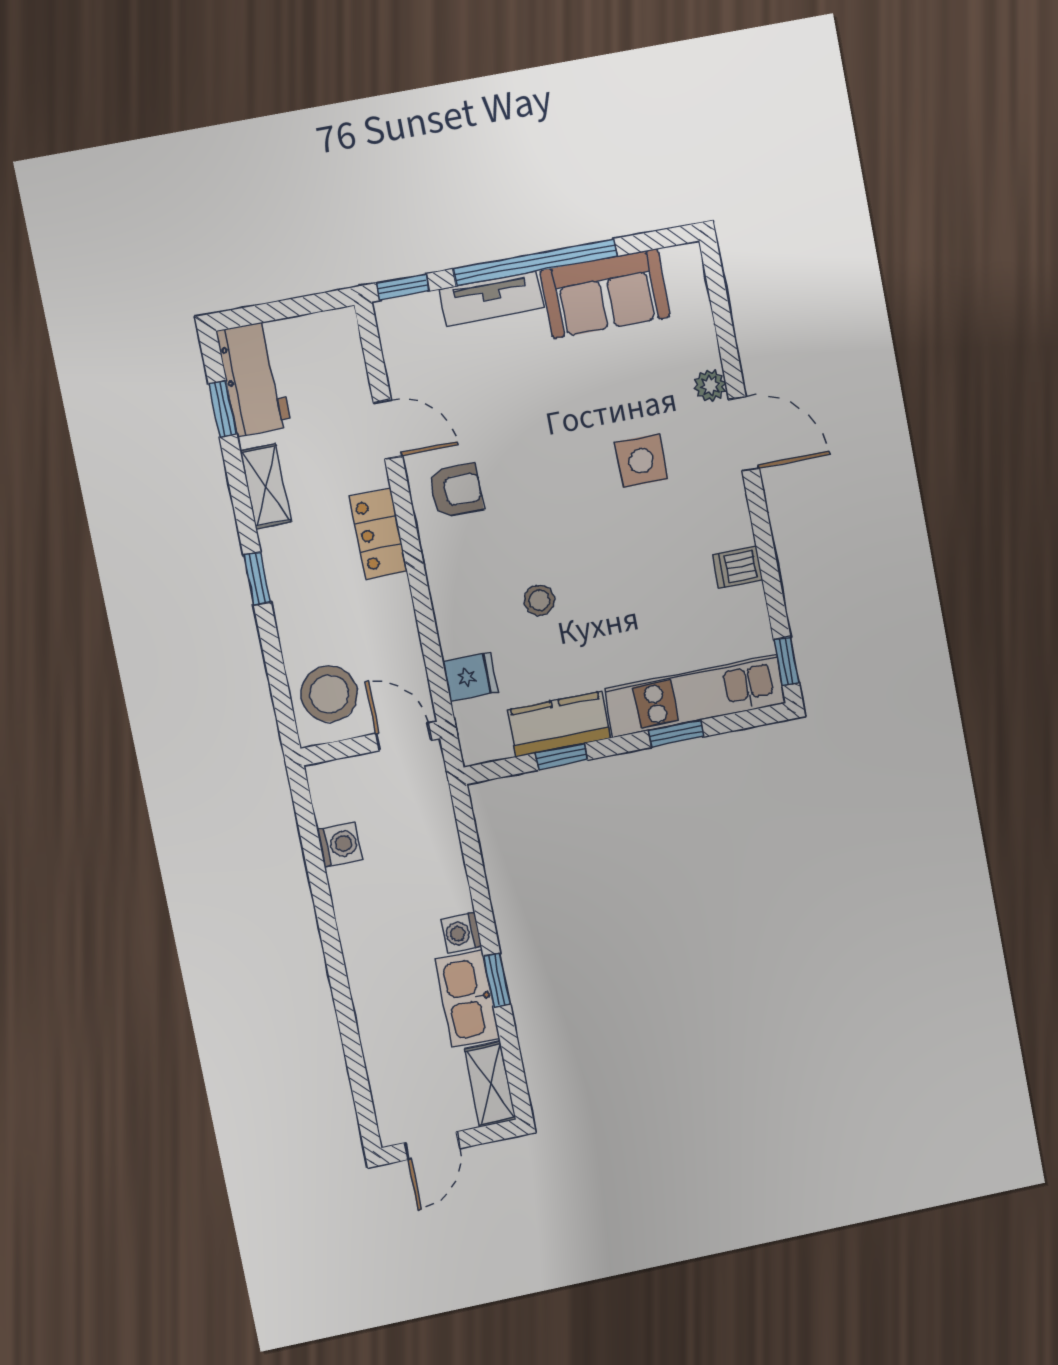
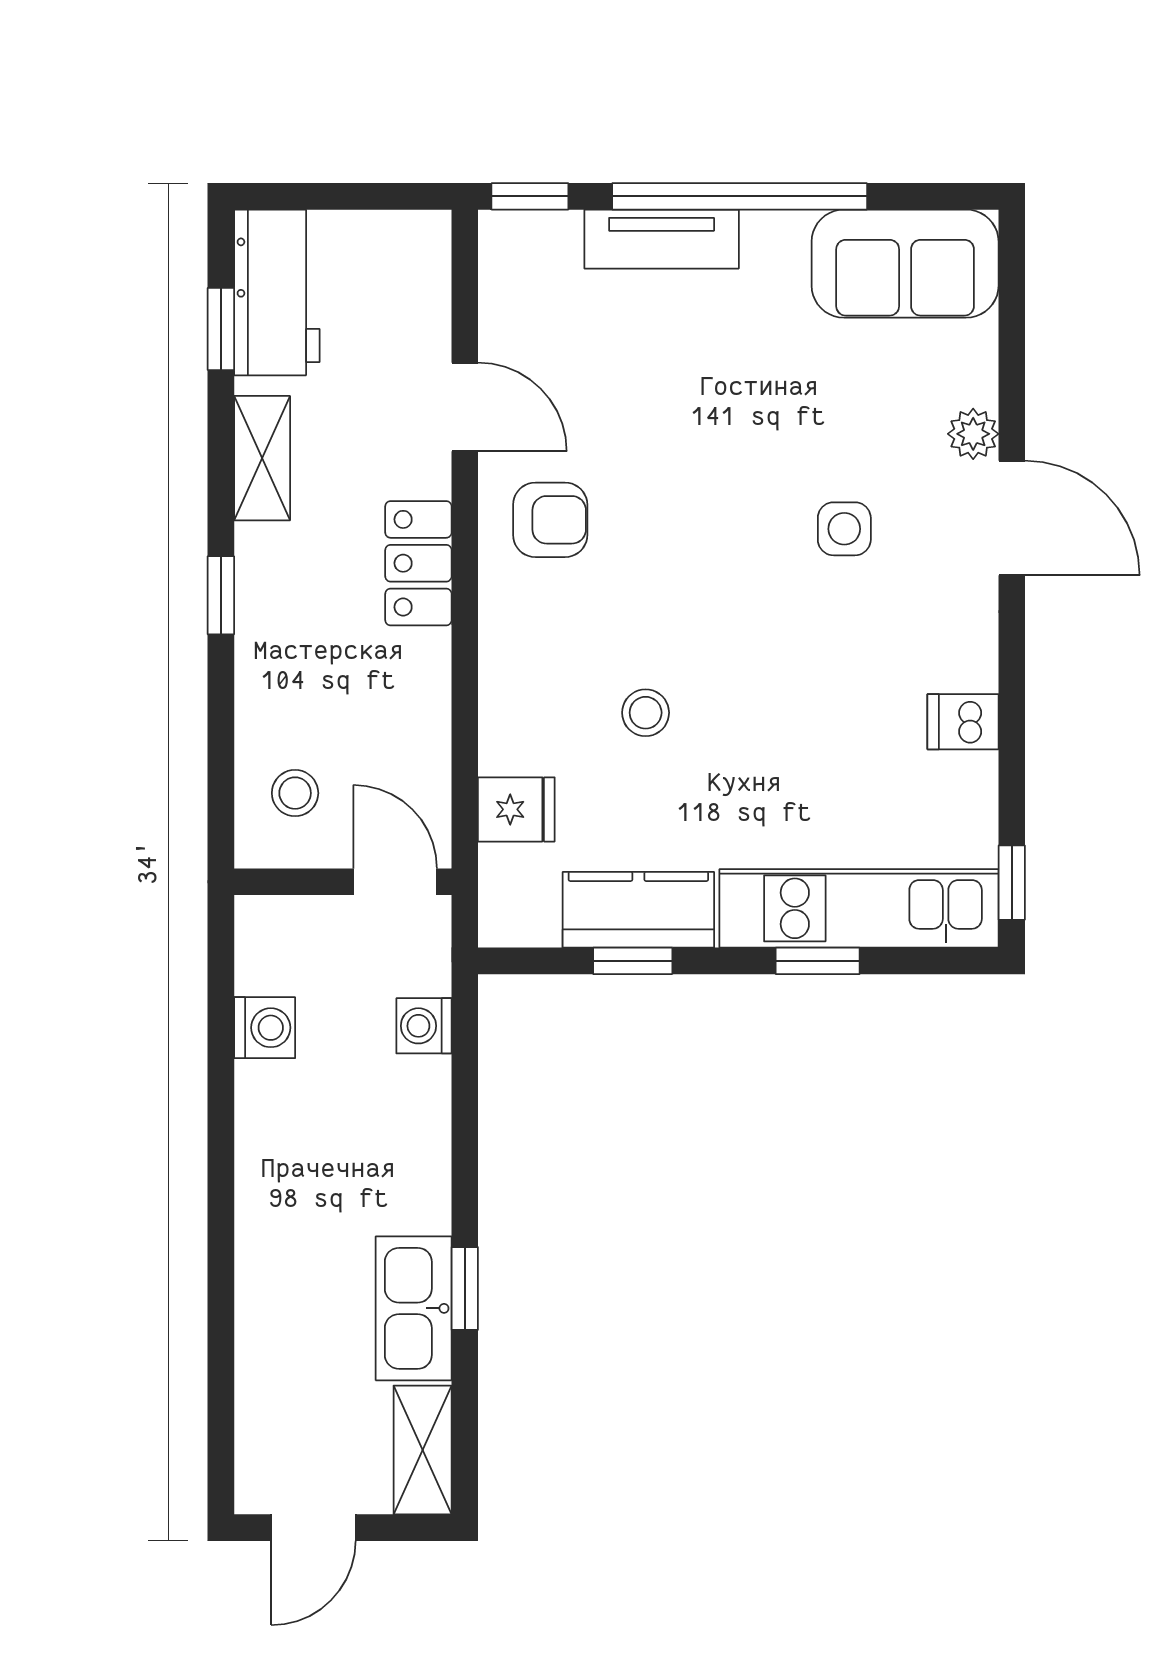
sofa: (605, 294) -> (905, 264), moved
side table: (641, 461) -> (844, 529), width x0.73, depth x0.73
stool: (329, 694) -> (295, 793), width x0.53, depth x0.53
washing machine: (461, 933) -> (424, 1026), moved

